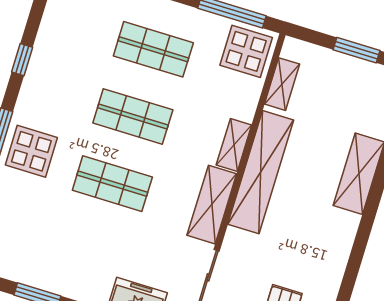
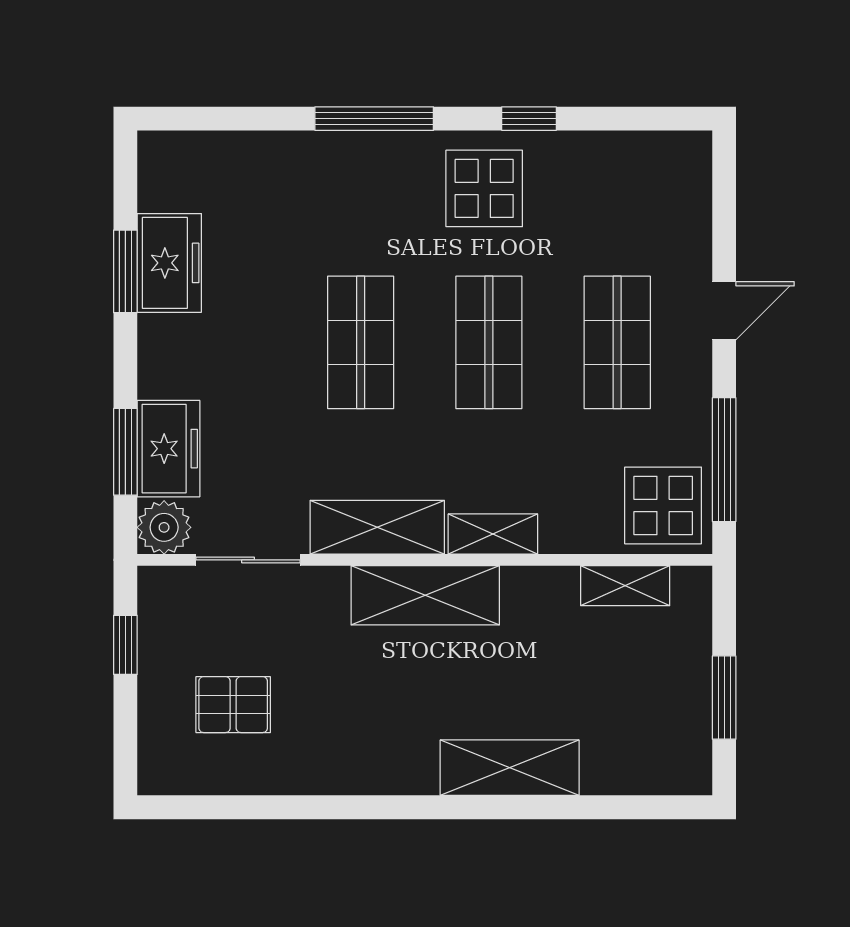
display table: (31, 151) -> (484, 188), moved
shelving: (261, 172) -> (425, 595), width x0.68
freezer: (40, 271) -> (169, 263), added

